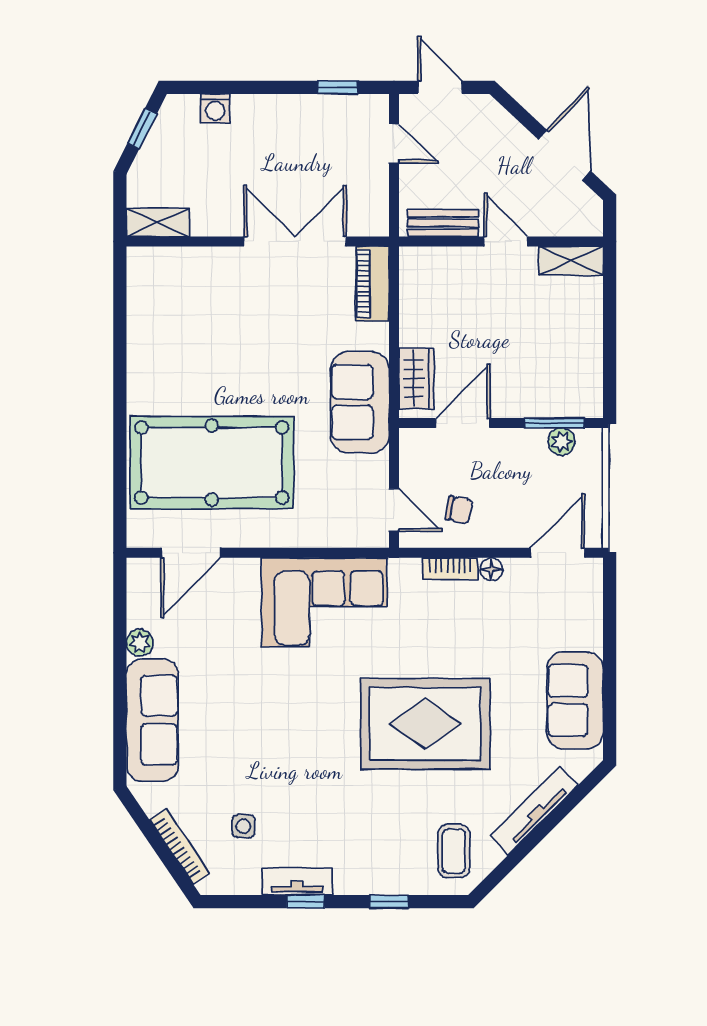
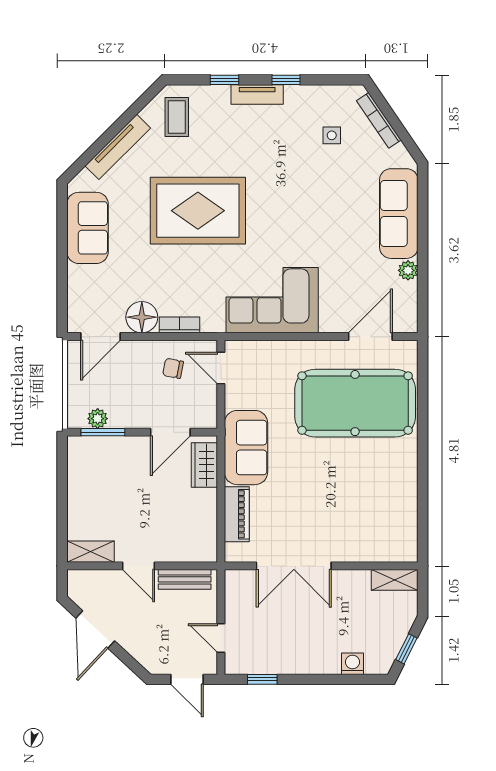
piano: (372, 284) -> (237, 514), moved
floor lamp: (491, 569) -> (142, 317), width x1.89, depth x1.89
tv unit: (297, 882) -> (257, 95), moved

